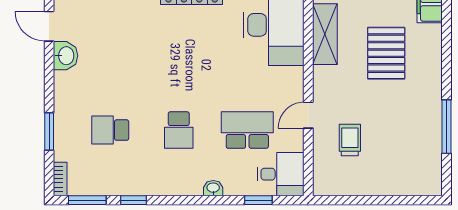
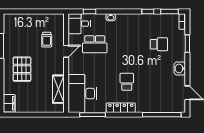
pallet: (386, 53) -> (22, 69), moved
washbasin: (66, 56) -> (180, 68), moved
school desk: (179, 130) -> (127, 82), moved

